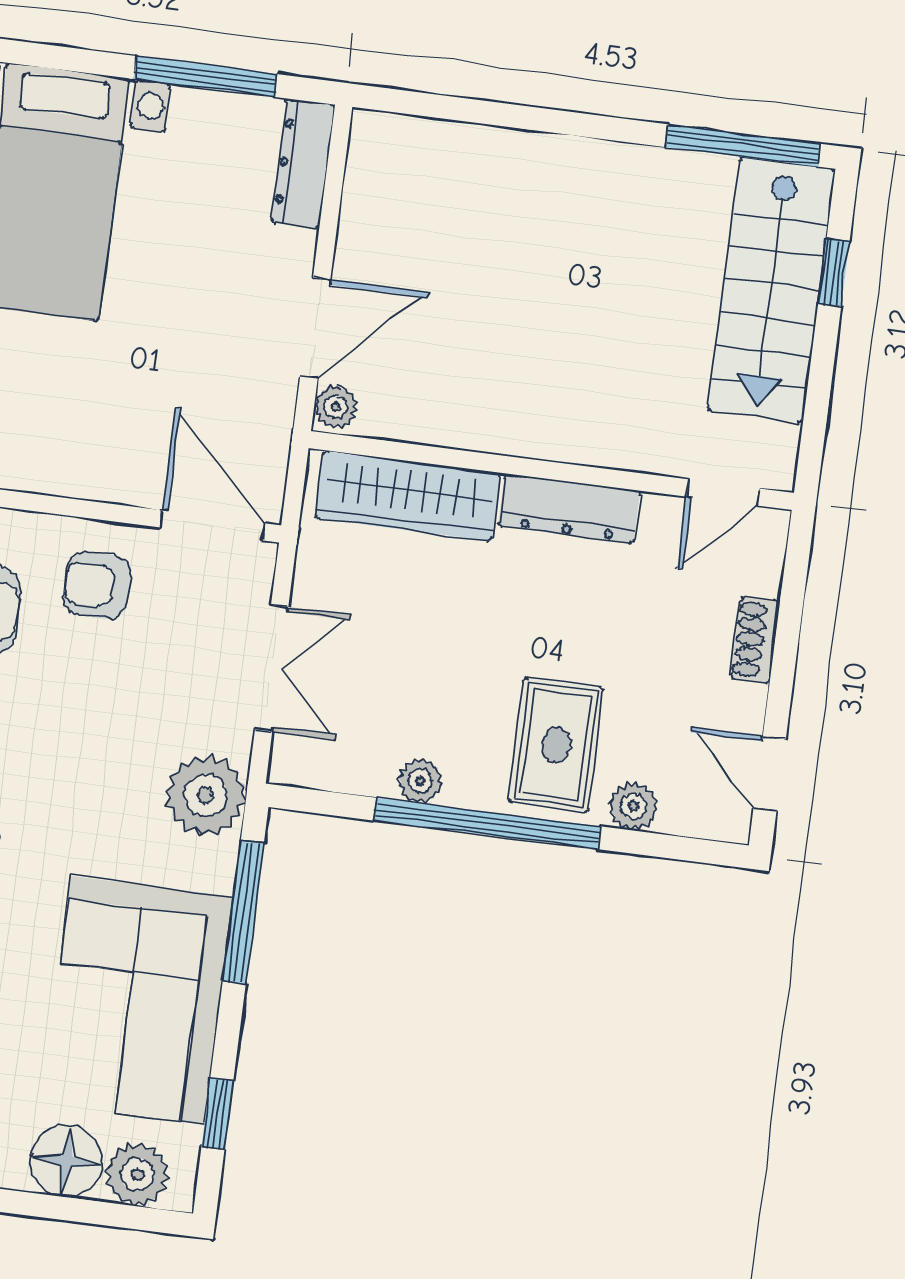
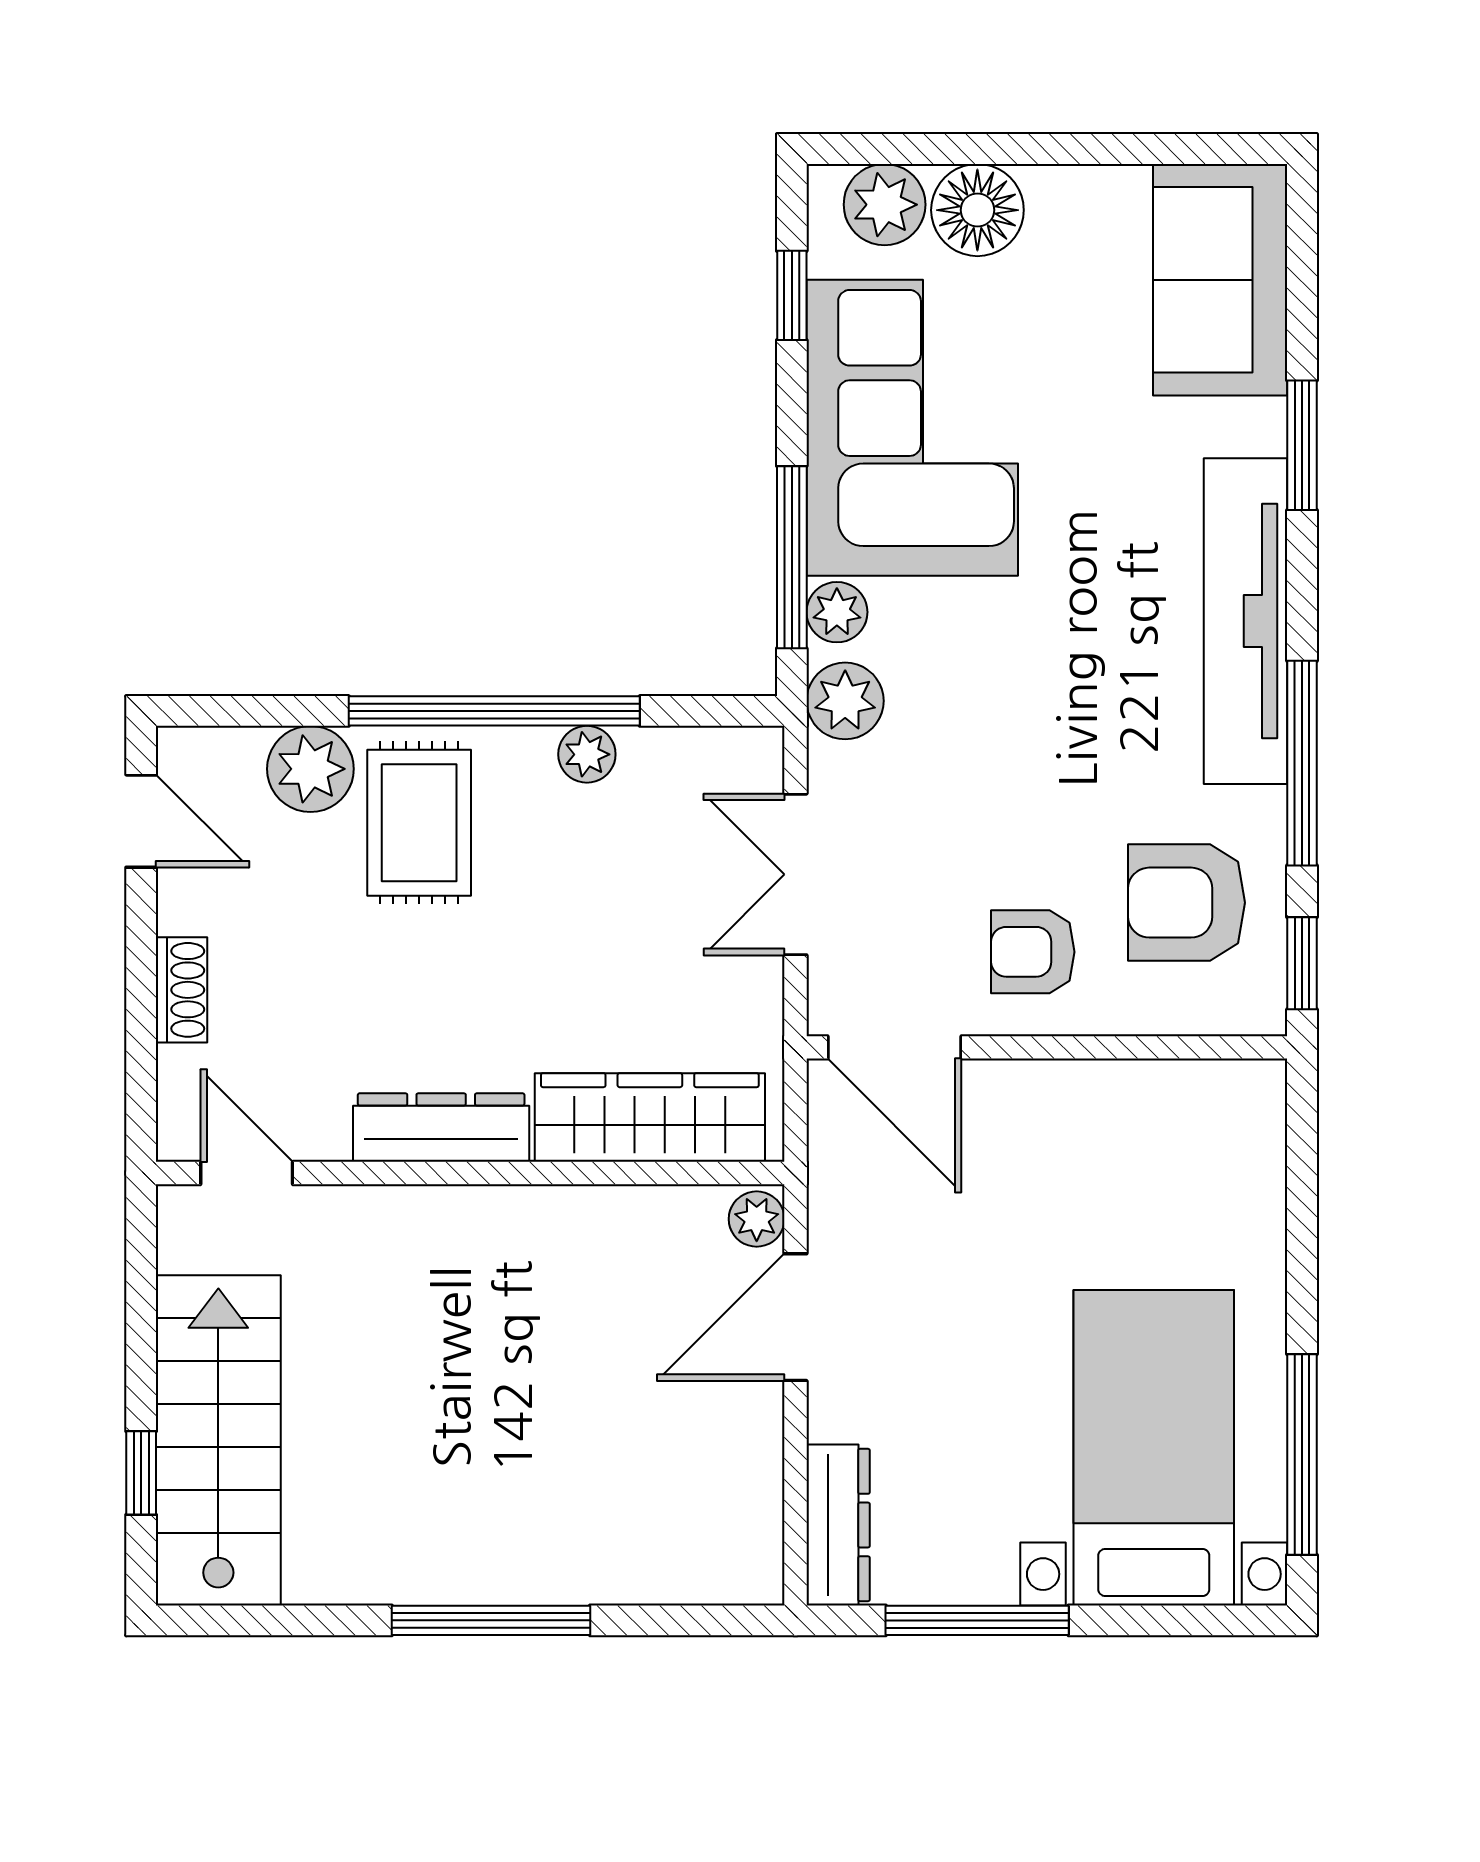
window: (743, 145) -> (491, 1620), moved
door: (723, 493) -> (247, 1173), hinge flipped
armchair: (97, 585) -> (1033, 952), turned 180
plant: (206, 795) -> (845, 701), width x0.73, depth x0.73
plant: (633, 806) -> (310, 769), width x1.38, depth x1.38
plant: (214, 866) -> (837, 612), added

